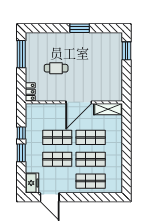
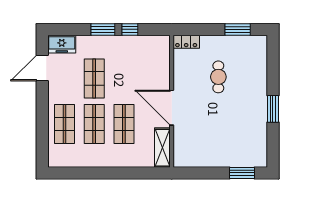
window: (21, 54) -> (238, 29), width x0.69
shop shelf: (57, 137) -> (124, 78), removed

